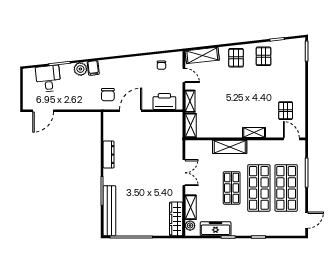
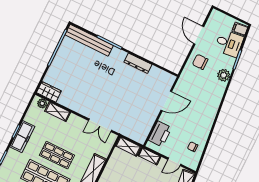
filing cabinet: (93, 68) -> (240, 29), moved
chair: (108, 95) -> (200, 62), moved
door: (43, 111) -> (199, 35), moved
door: (131, 111) -> (166, 101), hinge flipped
double door: (184, 173) -> (100, 125), moved
wardrobe: (176, 219) -> (49, 92), width x0.67
freezer: (216, 229) -> (22, 137), moved

